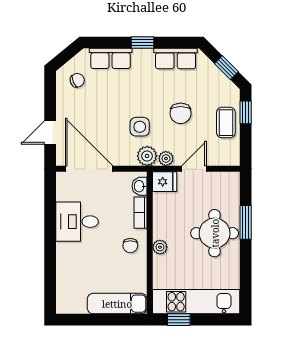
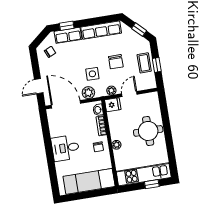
window: (143, 43) -> (67, 26), moved
row of seats: (176, 59) -> (101, 30), width x1.48
window: (246, 112) -> (157, 65), moved
plant: (147, 156) -> (88, 93), moved
desk: (77, 222) -> (65, 148), moved
window: (246, 222) -> (166, 121), removed
exam couch: (117, 304) -> (89, 181), width x1.36, depth x1.45
window: (179, 320) -> (152, 184), moved

